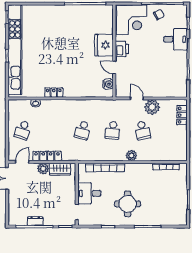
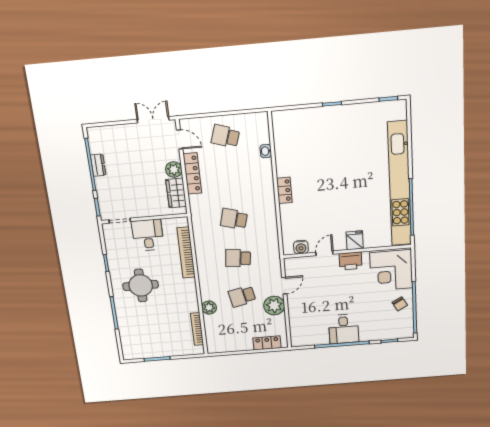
desk: (176, 39) -> (344, 329), moved
fridge: (104, 45) -> (355, 240), width x0.53, depth x0.75
kitchen unit: (15, 50) -> (400, 184), moved, turned 90
locker: (54, 93) -> (284, 190), moved
plant: (131, 156) -> (209, 308), moved

